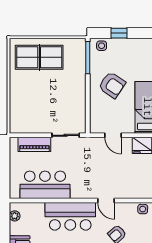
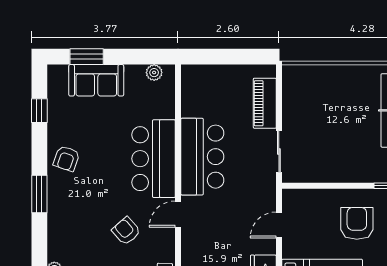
armchair: (112, 85) -> (357, 223), turned 146
bar counter: (45, 185) -> (202, 157), moved

